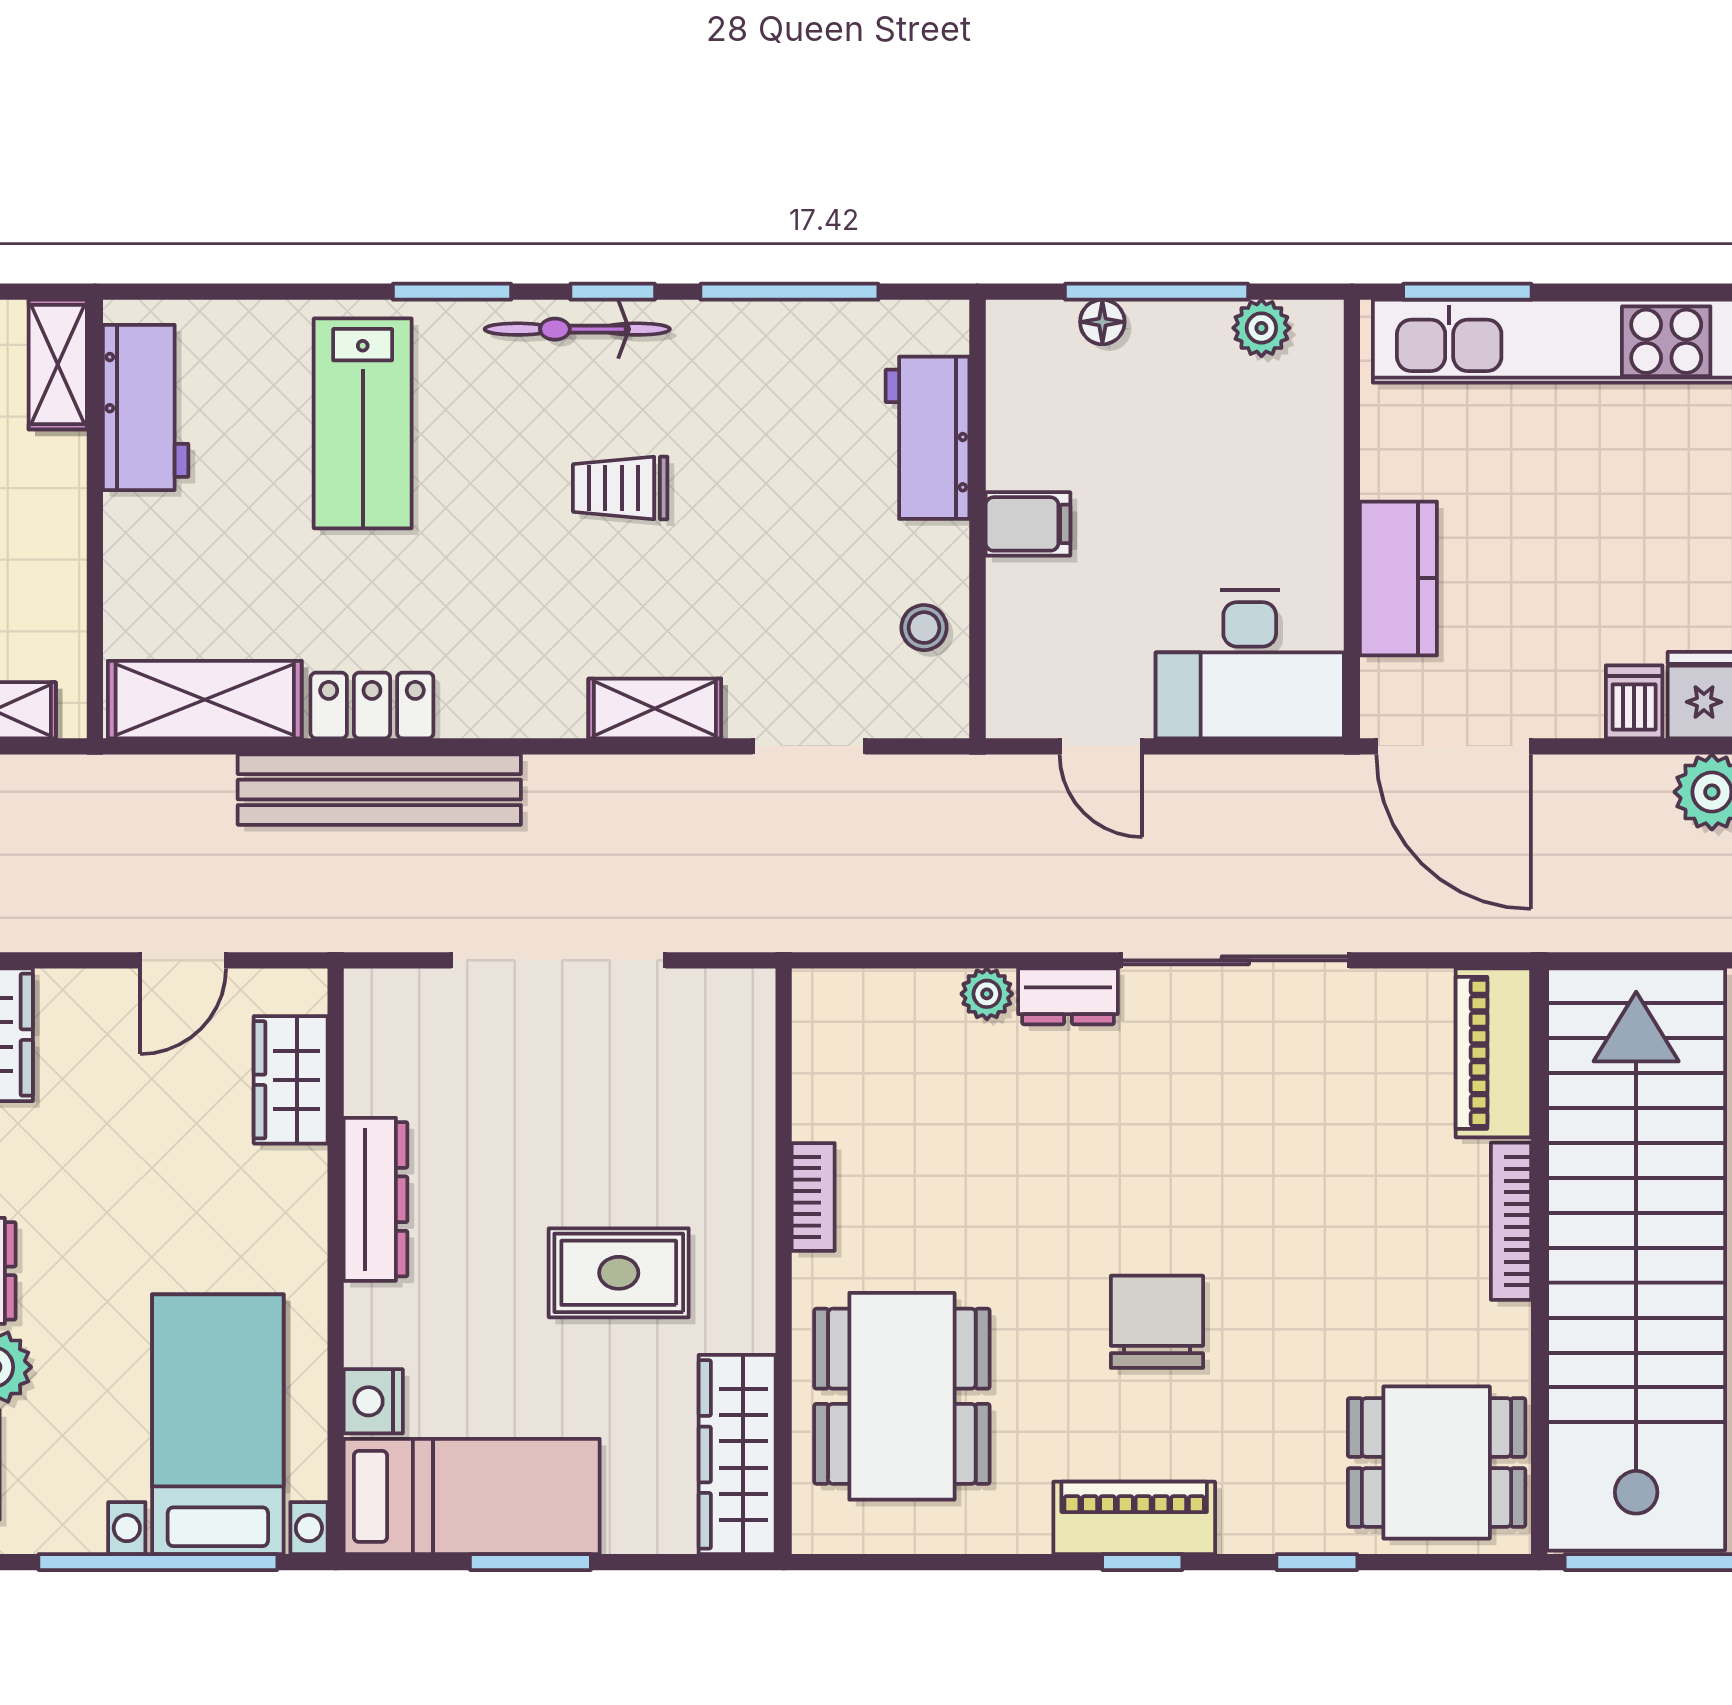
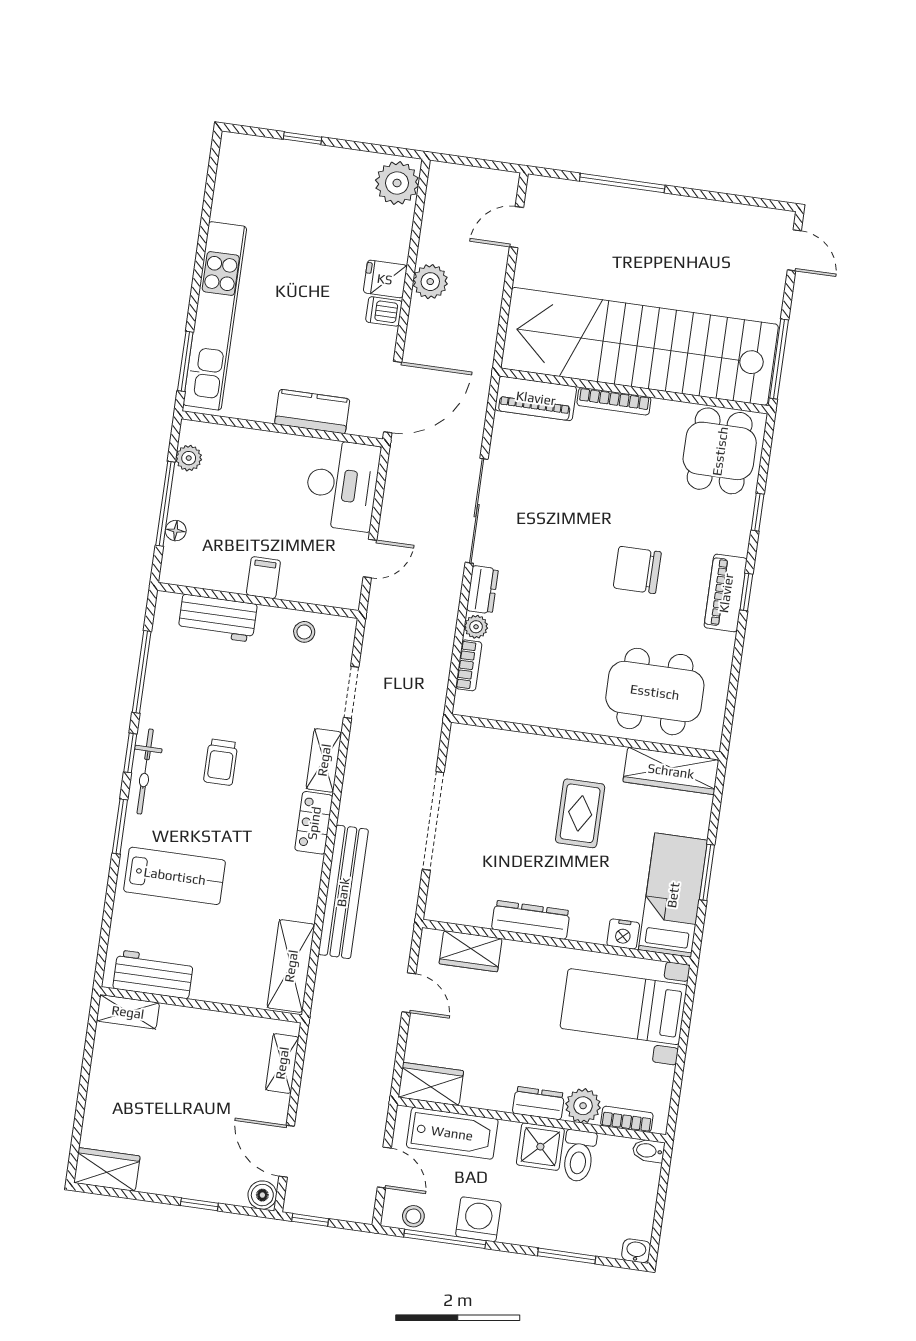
locker: (372, 705) -> (314, 823), moved
bookcase: (813, 1197) -> (469, 665), moved, turned 90
window: (158, 1562) -> (683, 1043), removed

